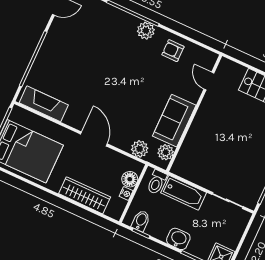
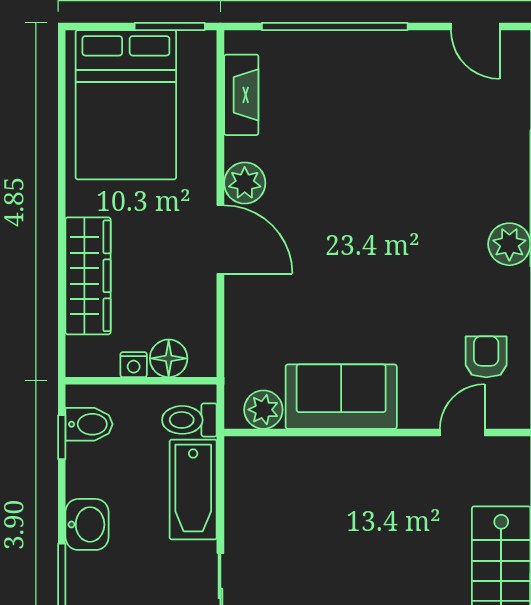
armchair: (173, 51) -> (486, 357), moved
fireplace: (44, 104) -> (241, 95), width x0.73, depth x0.76
door: (94, 139) -> (220, 240), hinge flipped
plant: (140, 149) -> (245, 183), moved

